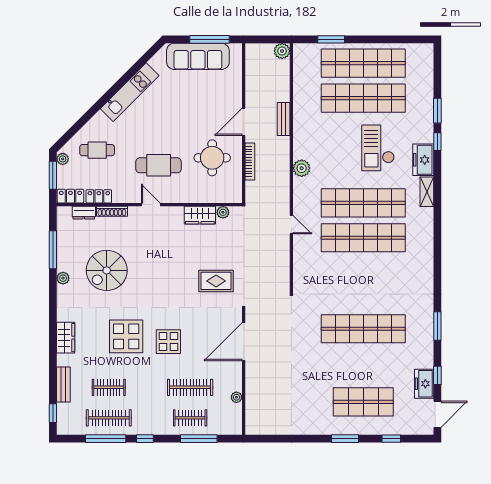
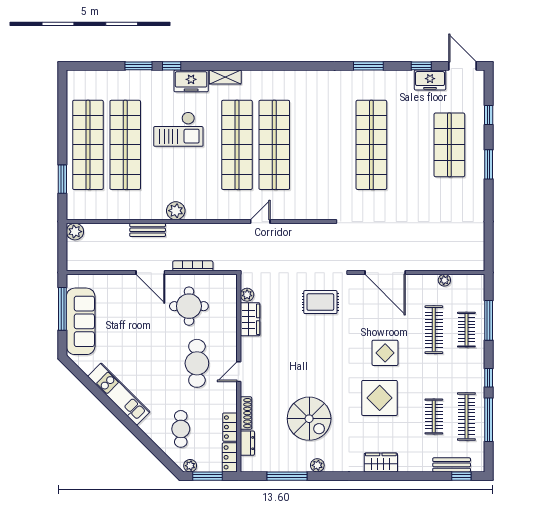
plant: (302, 168) -> (176, 211), moved
rug: (216, 281) -> (320, 302), turned 90
bench: (63, 385) -> (452, 465), moved

